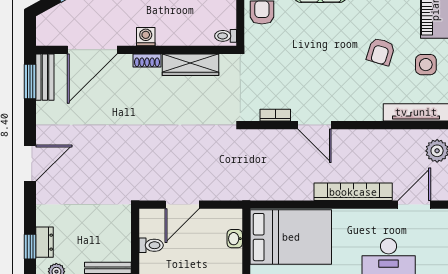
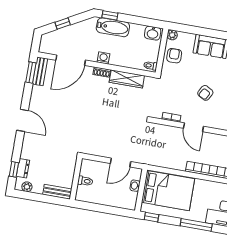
armchair: (324, 65) -> (205, 93), added
door: (30, 163) -> (23, 120), hinge flipped
door: (182, 205) -> (121, 163), moved

